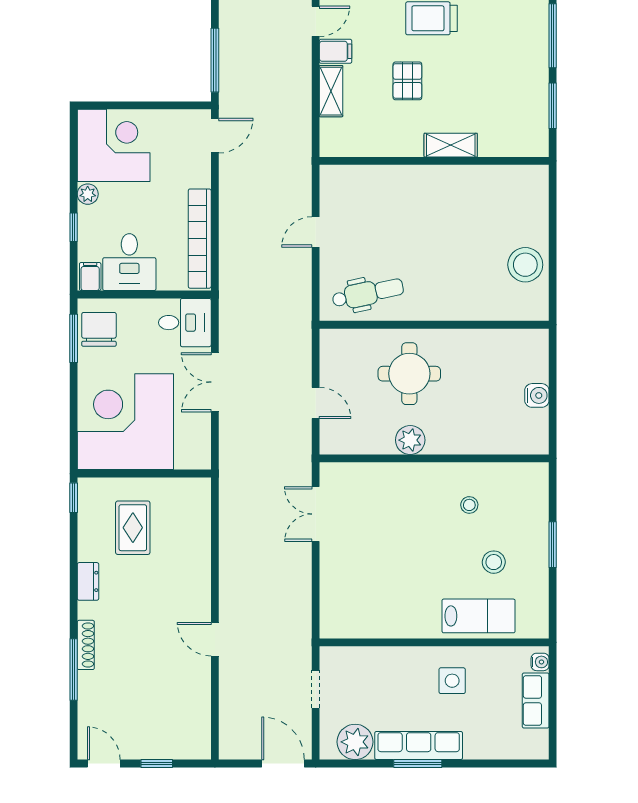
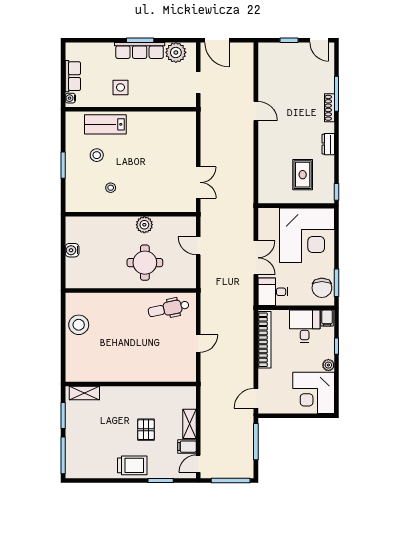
shelving: (451, 145) -> (84, 393), moved

